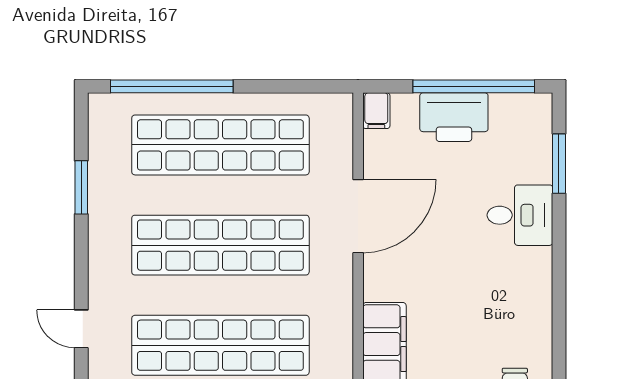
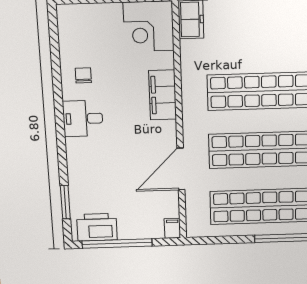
printer: (454, 117) -> (97, 227), moved
desk: (520, 215) -> (83, 119), moved

